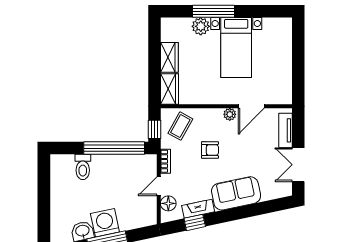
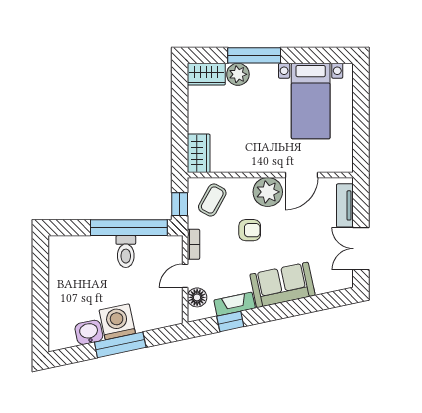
bed with nightstands: (236, 48) -> (311, 101), moved
wardrobe: (169, 57) -> (206, 74), moved, turned 90
plant: (230, 114) -> (268, 192), width x1.88, depth x1.88
toilet: (83, 167) -> (126, 252), moved

